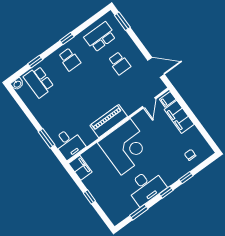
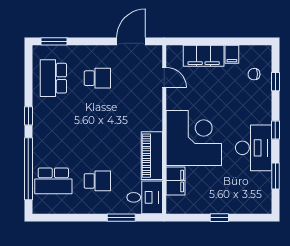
school desk: (69, 59) -> (97, 181), moved
window: (35, 62) -> (28, 169), width x3.17
washbasin: (17, 84) -> (38, 206), removed
filing cabinet: (168, 99) -> (232, 54), moved
piano: (109, 121) -> (152, 156), moved
filing cabinet: (80, 168) -> (176, 181), moved, turned 90
window: (186, 178) -> (275, 82), moved

